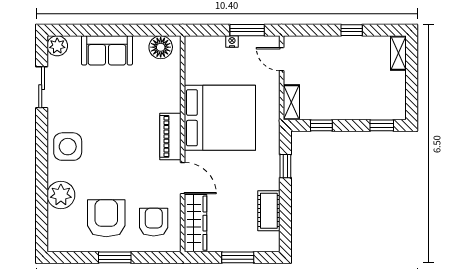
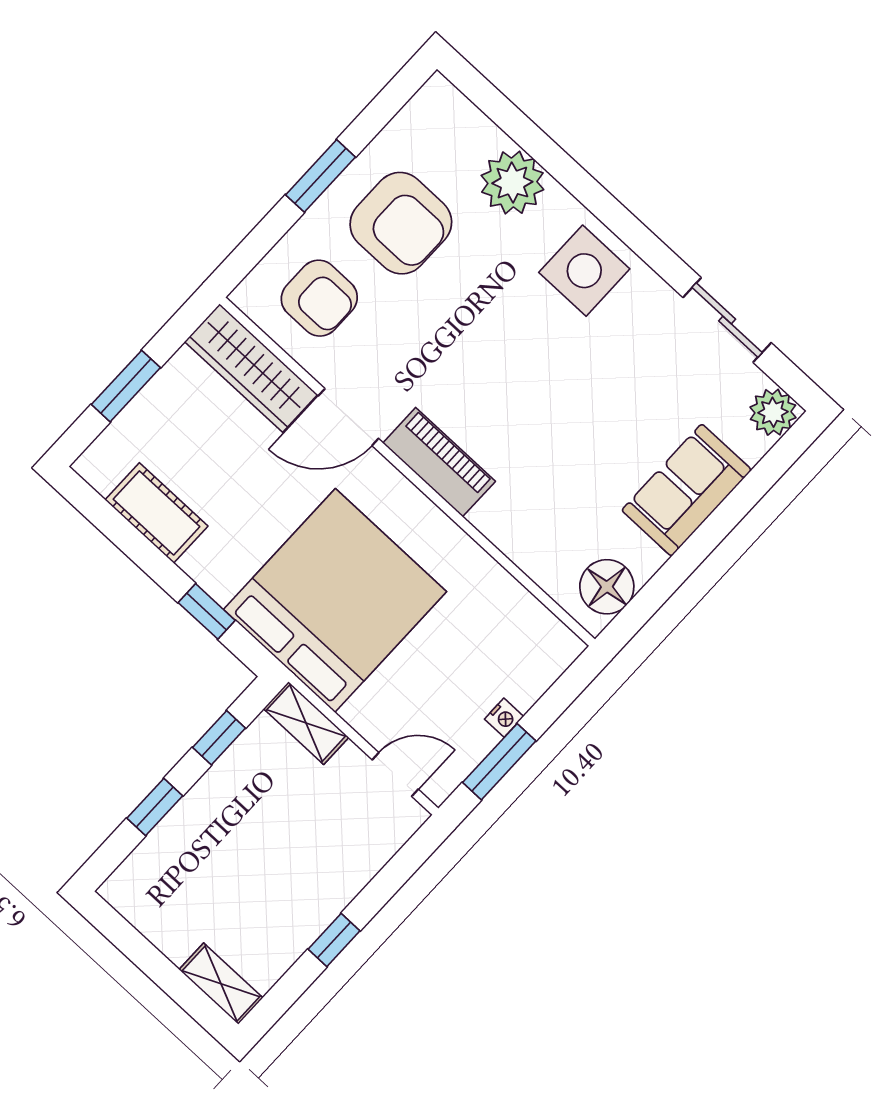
bed: (220, 118) -> (335, 601), moved, turned 180
window: (382, 125) -> (155, 807), moved

